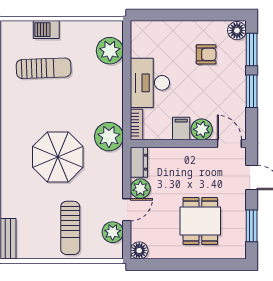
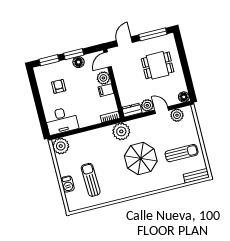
floor lamp: (237, 31) -> (78, 62), moved
plant: (110, 51) -> (61, 146), moved
desk: (150, 83) -> (62, 121), moved
window: (252, 226) -> (153, 34), width x1.44
sun lounger: (70, 228) -> (182, 153), moved

